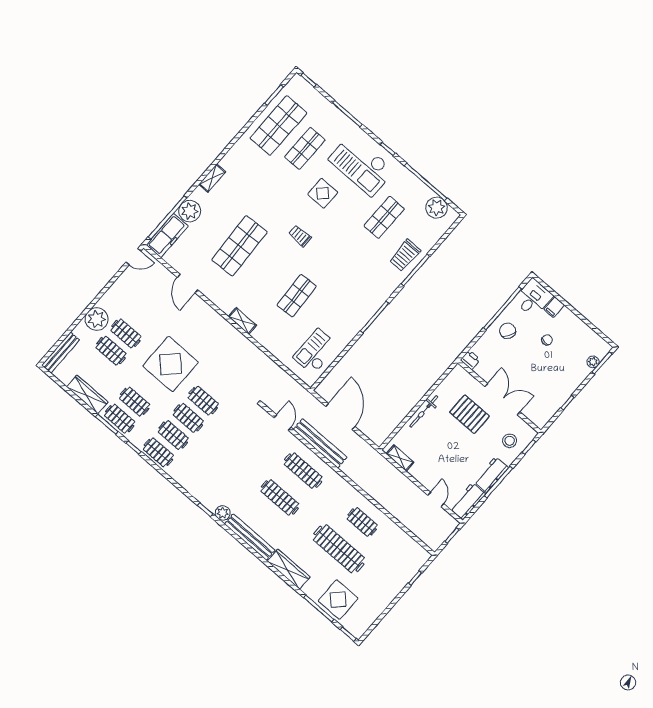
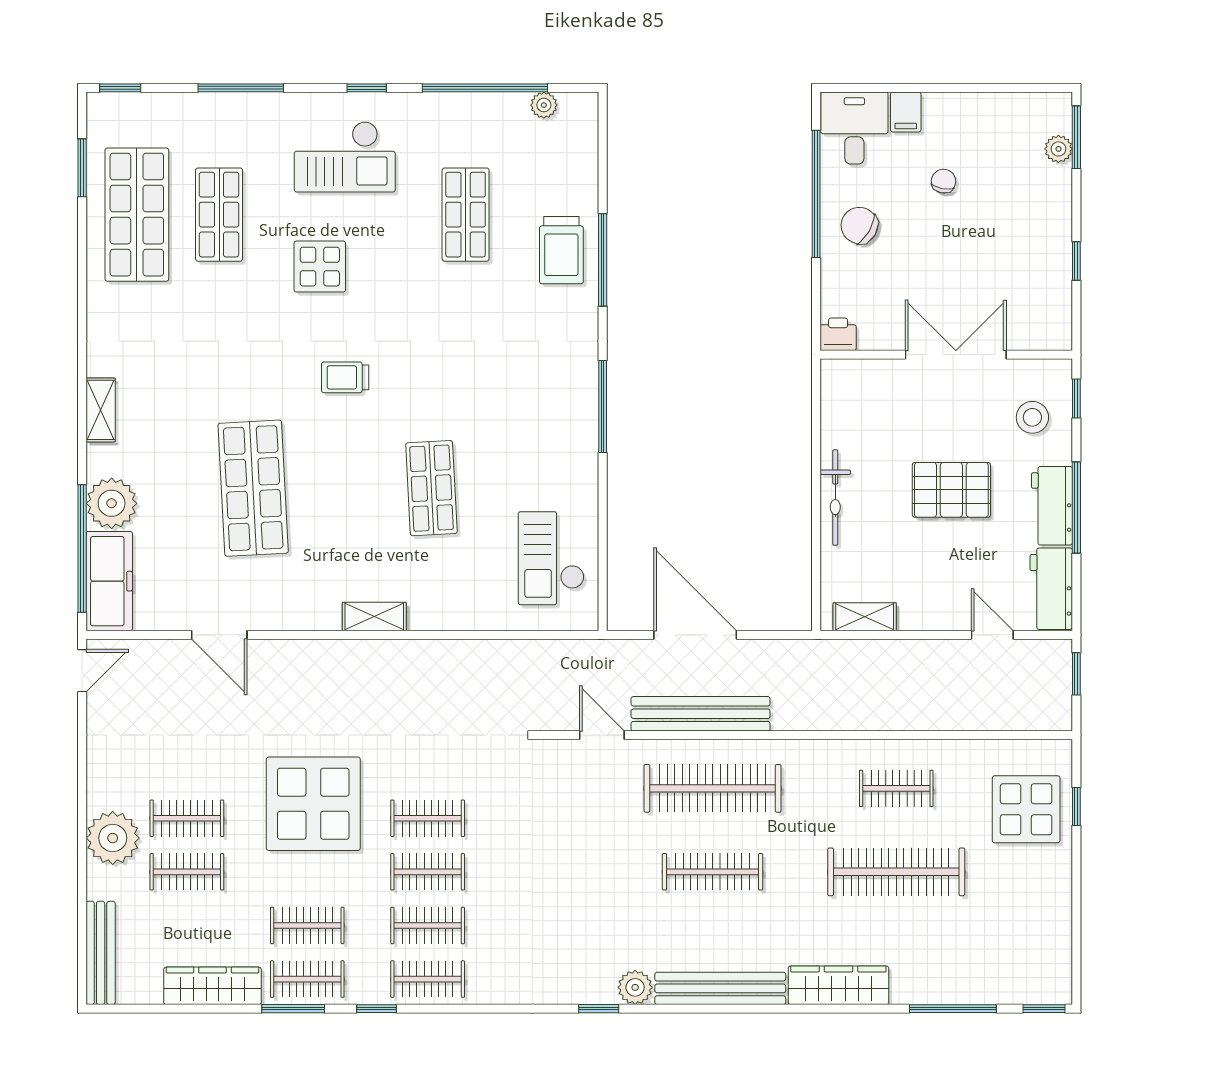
checkout: (361, 165) -> (345, 157), width x0.73, depth x0.83
plant: (437, 208) -> (544, 105), width x0.53, depth x0.53
pallet: (469, 414) -> (951, 490), moved
clothes rail: (303, 471) -> (713, 788), width x1.37, depth x1.31
display table: (338, 600) -> (1026, 809), moved

